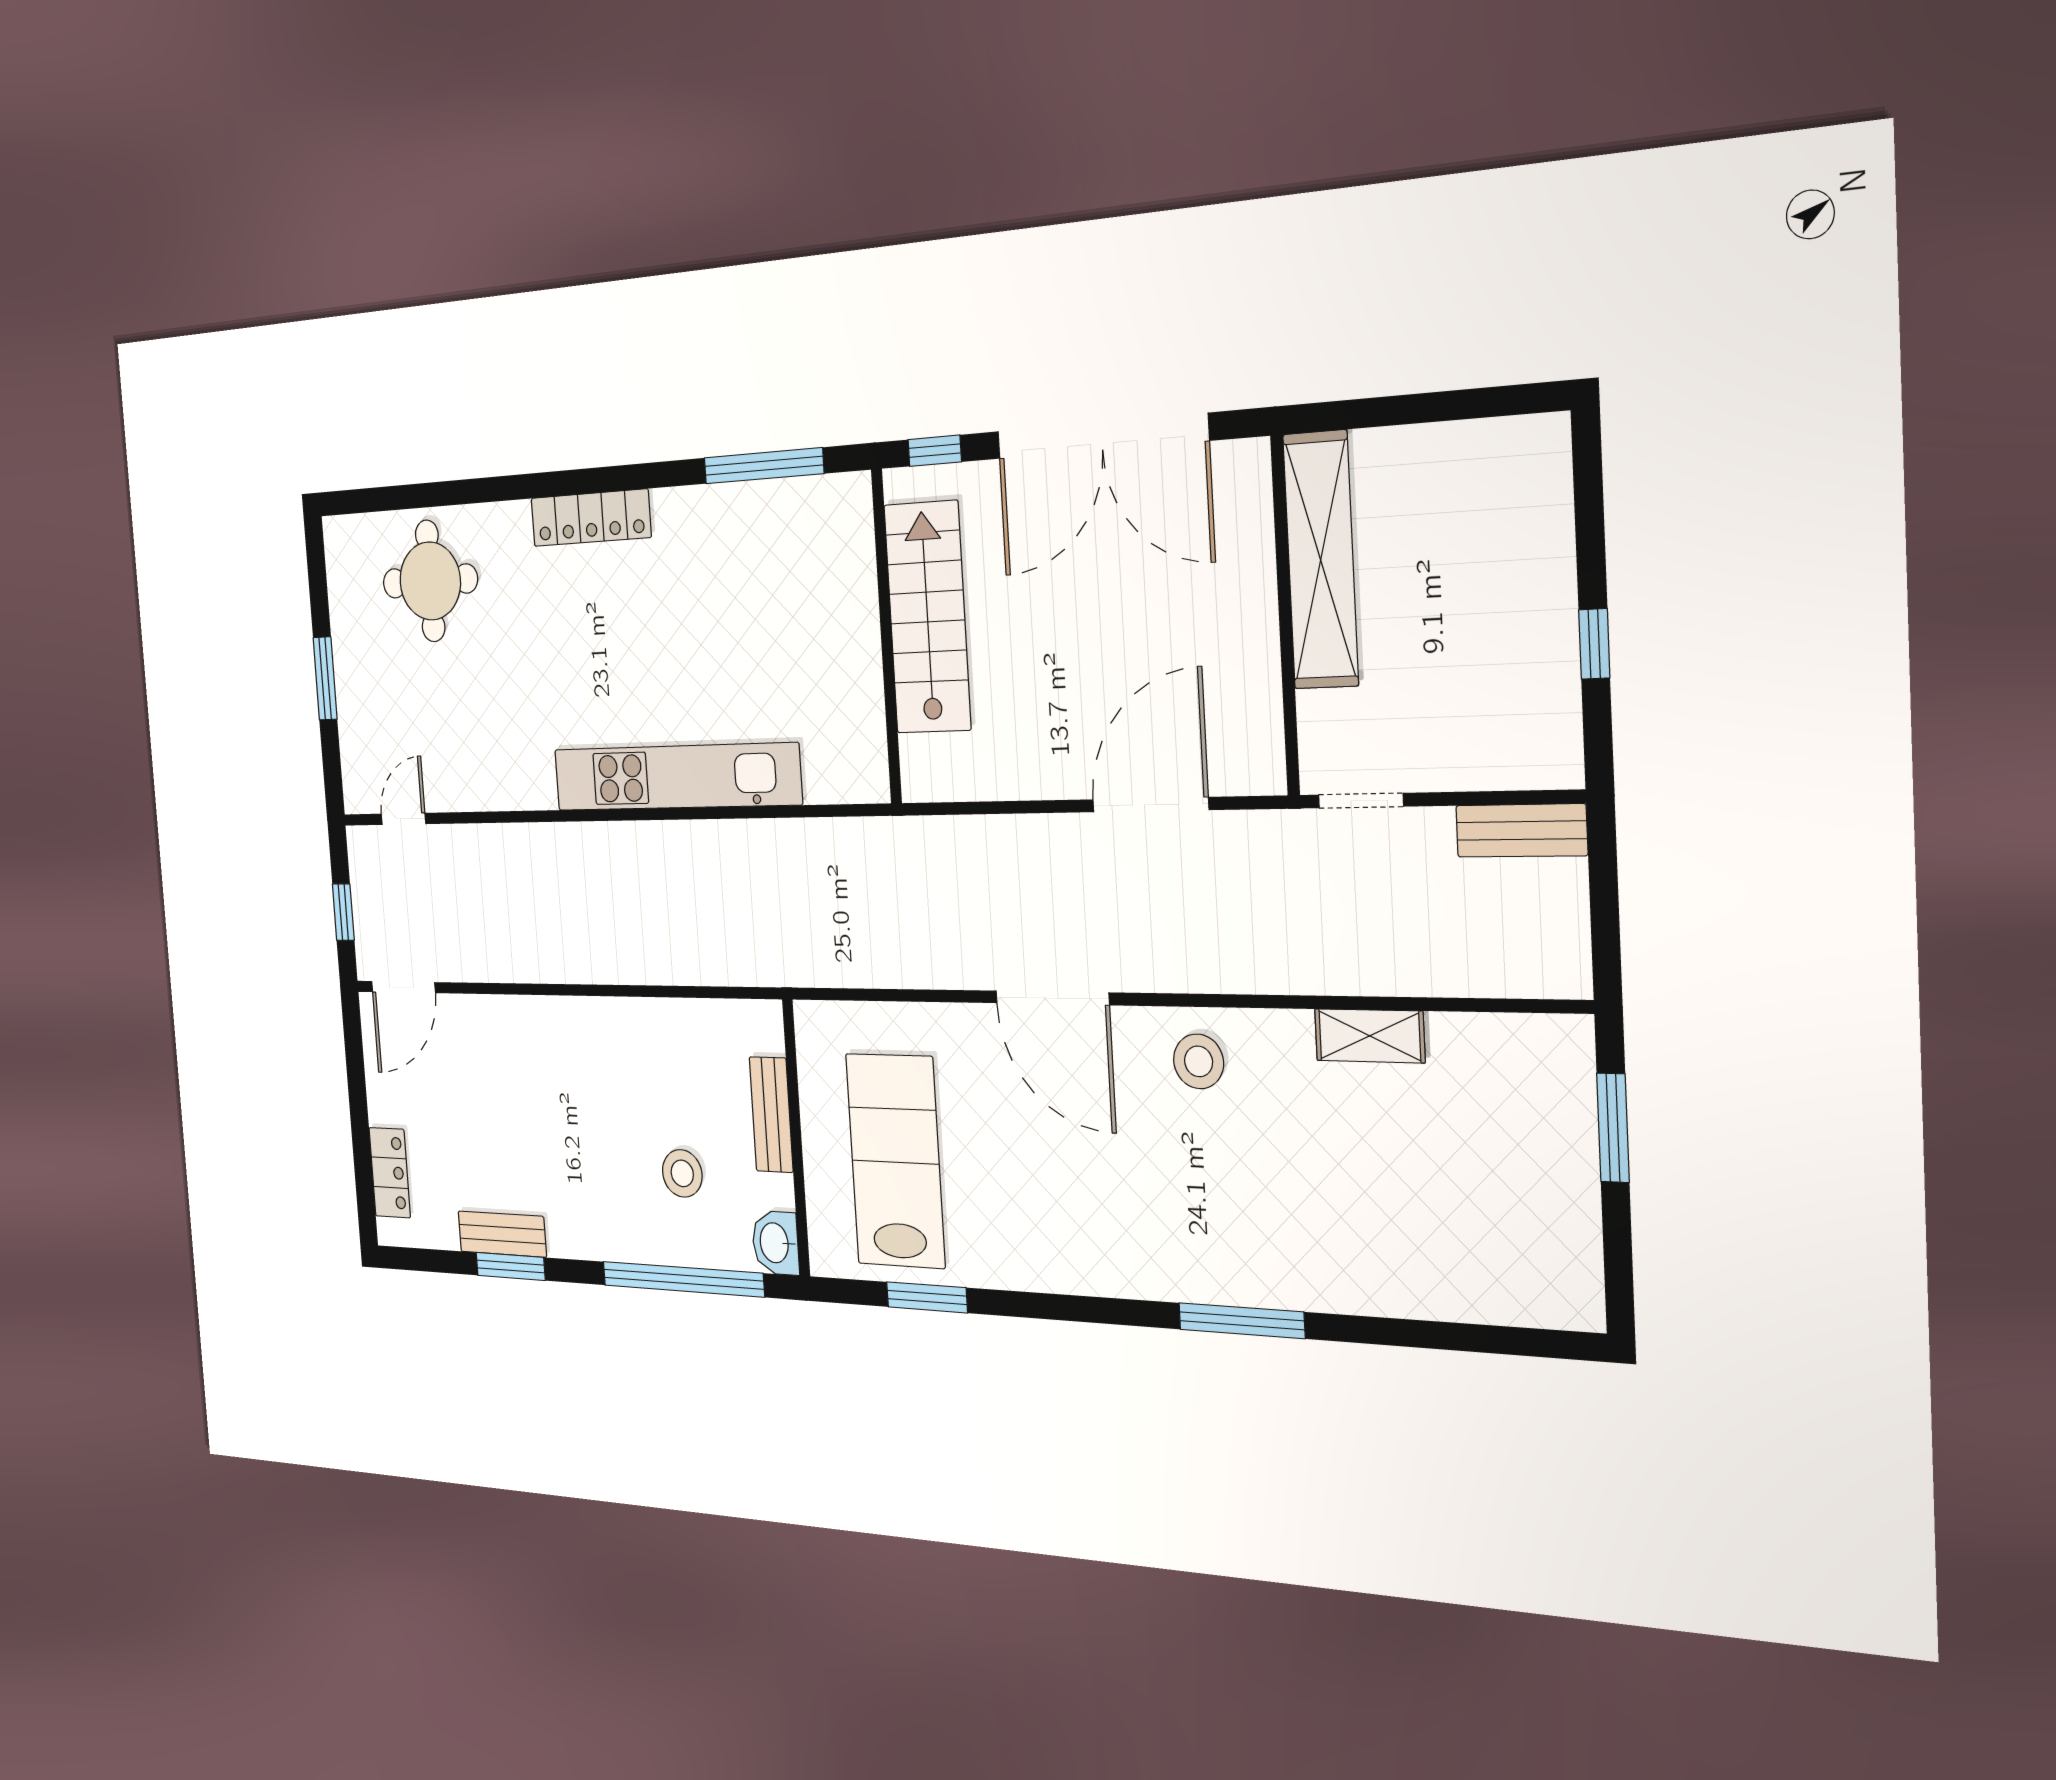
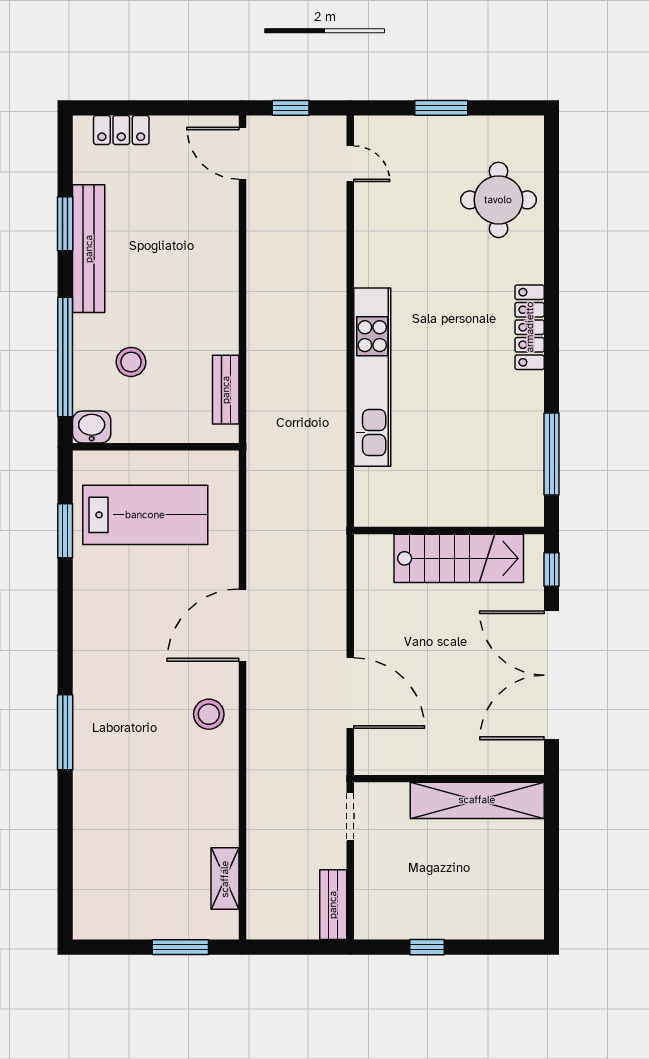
shelving: (1370, 1036) -> (225, 879), moved
bench: (771, 1115) -> (226, 390), moved, turned 90
bench: (502, 1234) -> (89, 249), width x1.86, depth x1.21

